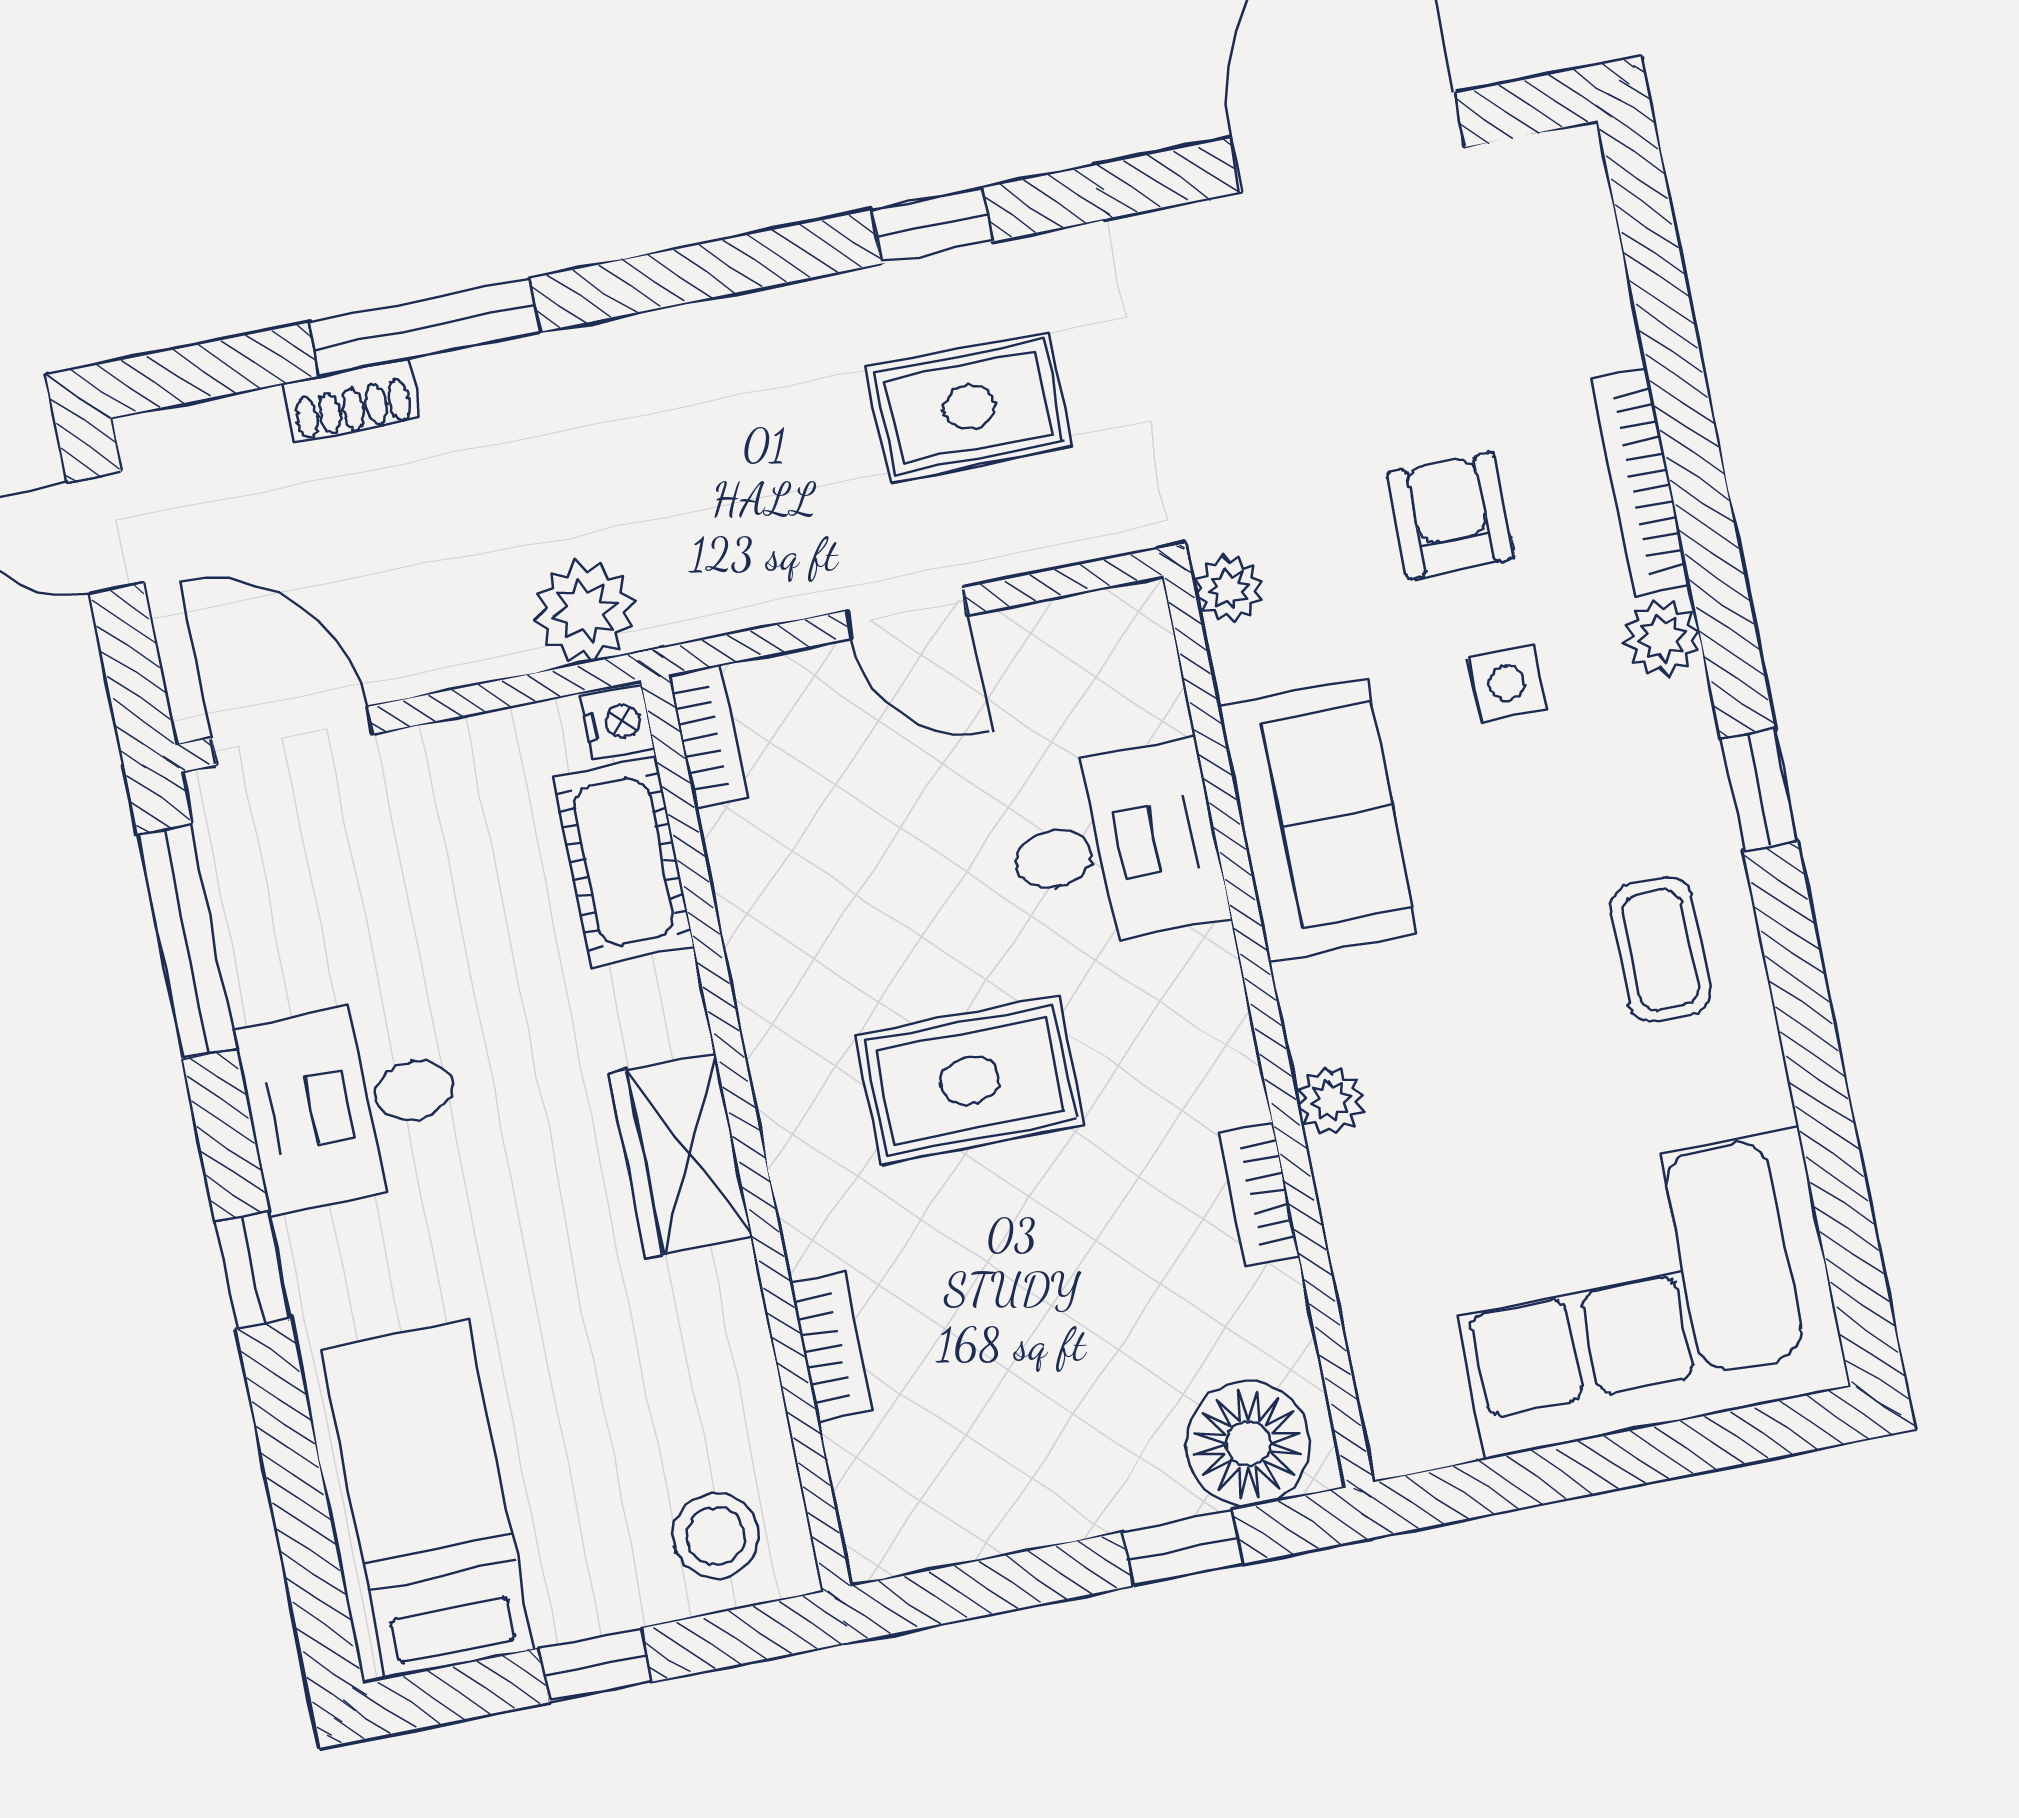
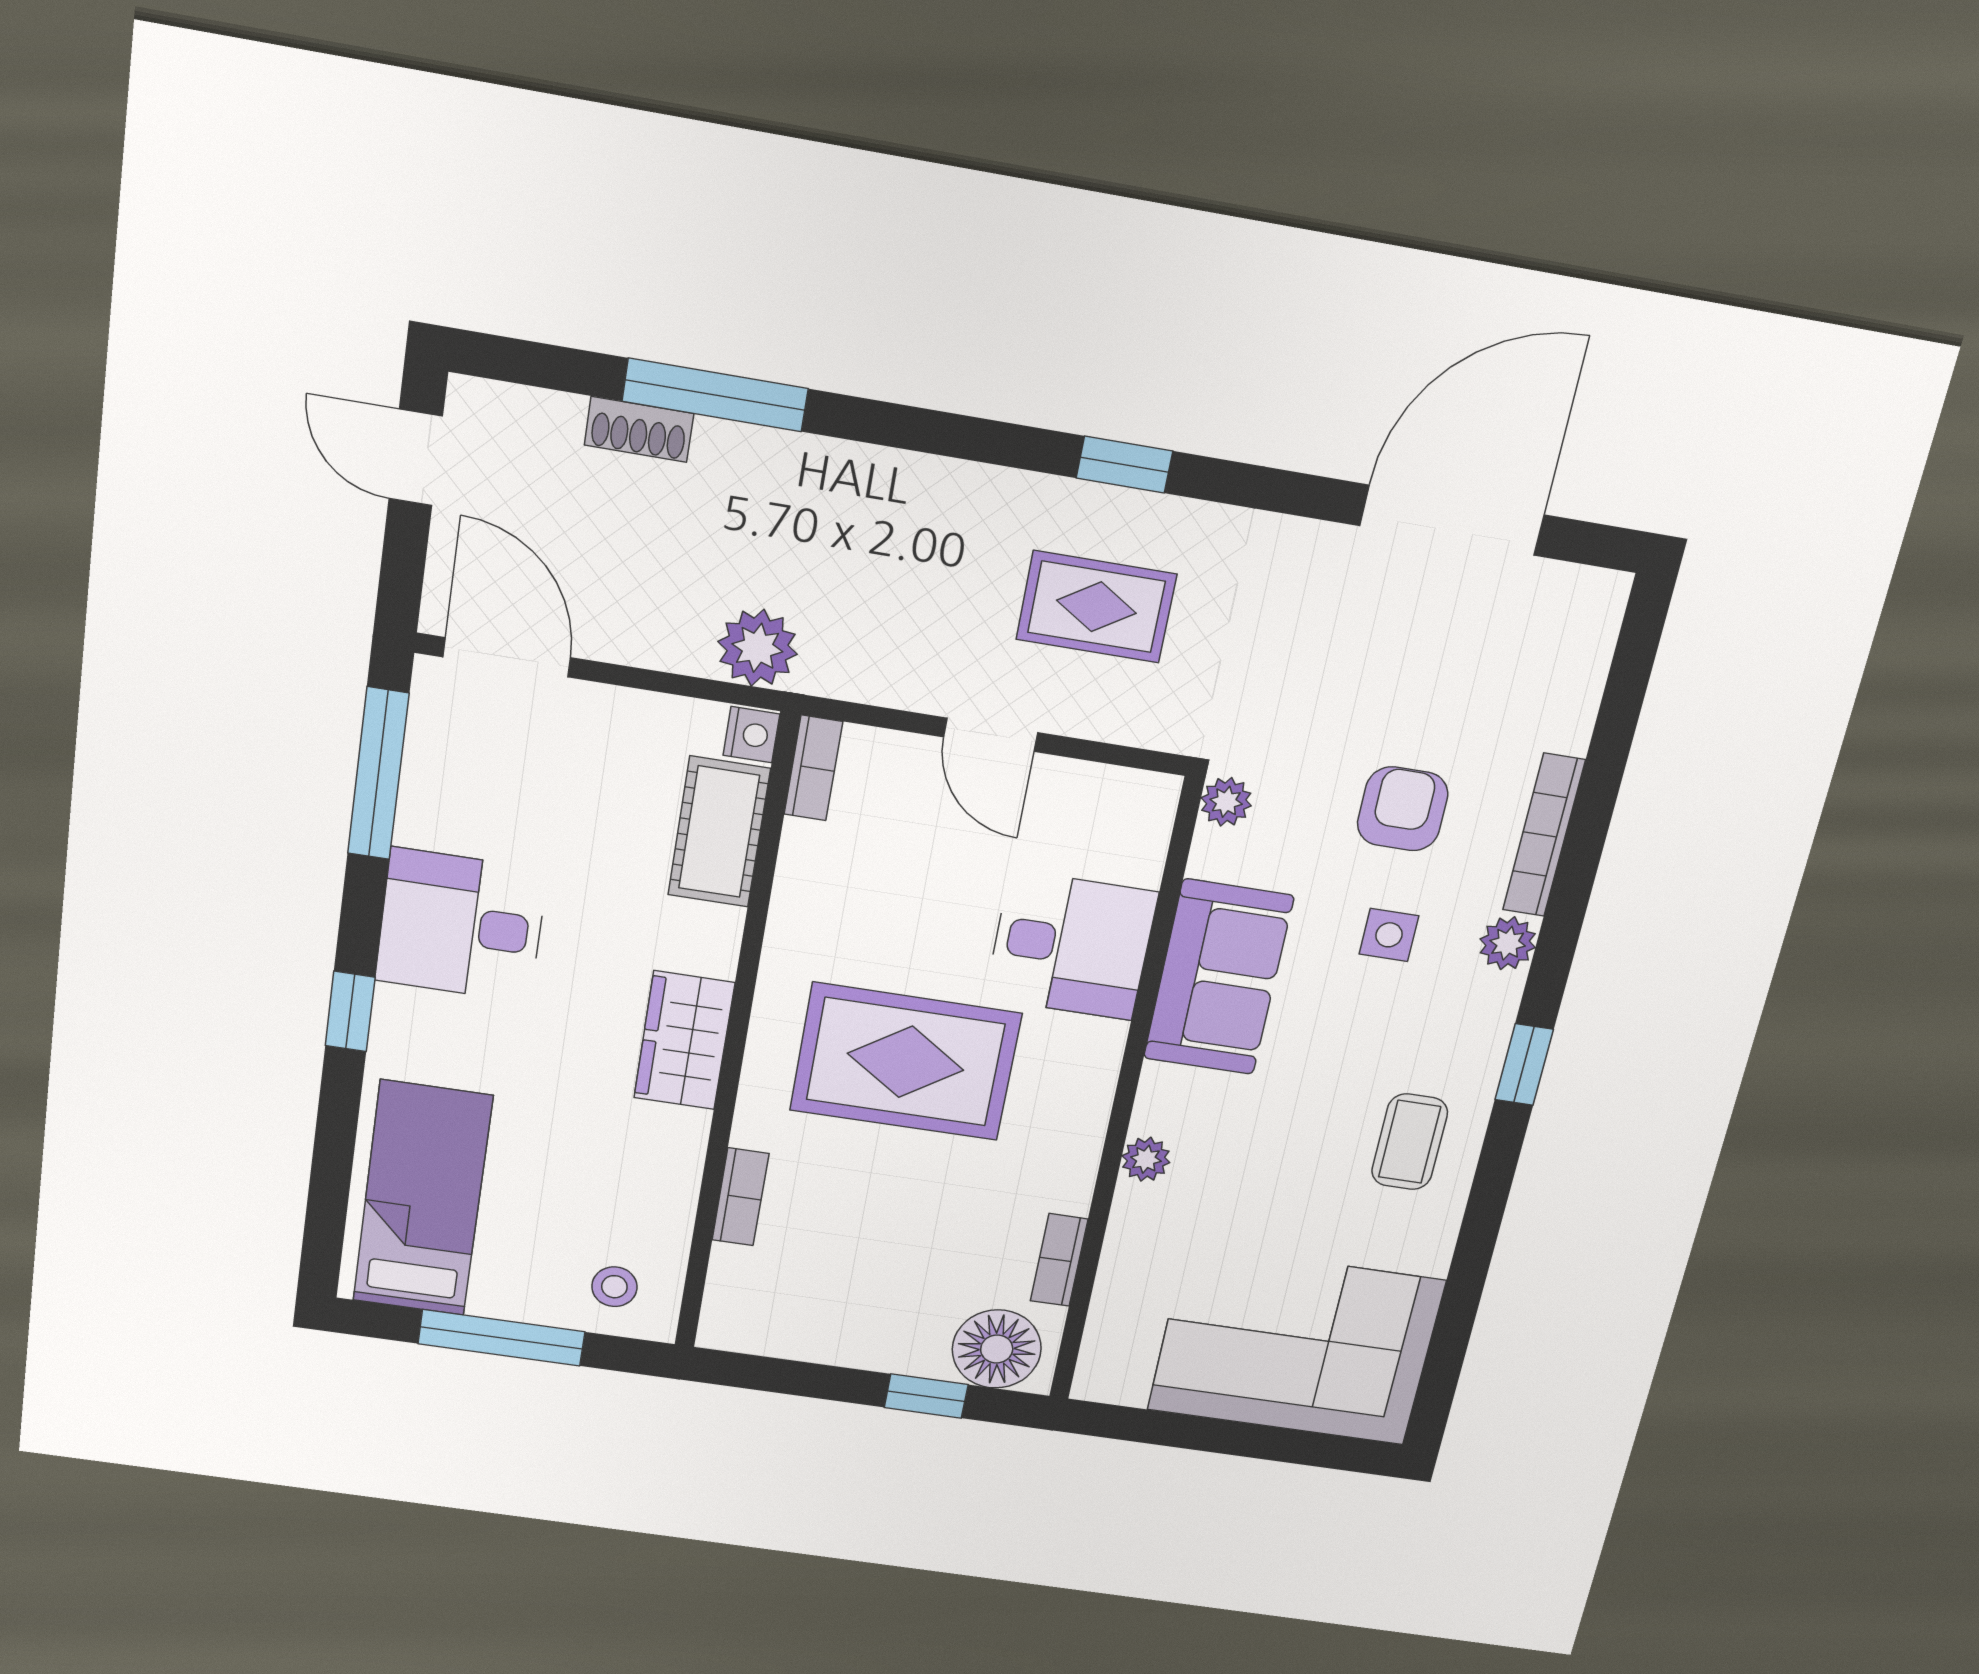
rug: (970, 1080) -> (906, 1062), width x1.36, depth x1.43
bookcase: (1259, 1194) -> (1059, 1260), moved
stool: (715, 1536) -> (614, 1287), width x0.73, depth x0.73
window: (595, 1665) -> (502, 1338), width x2.17

